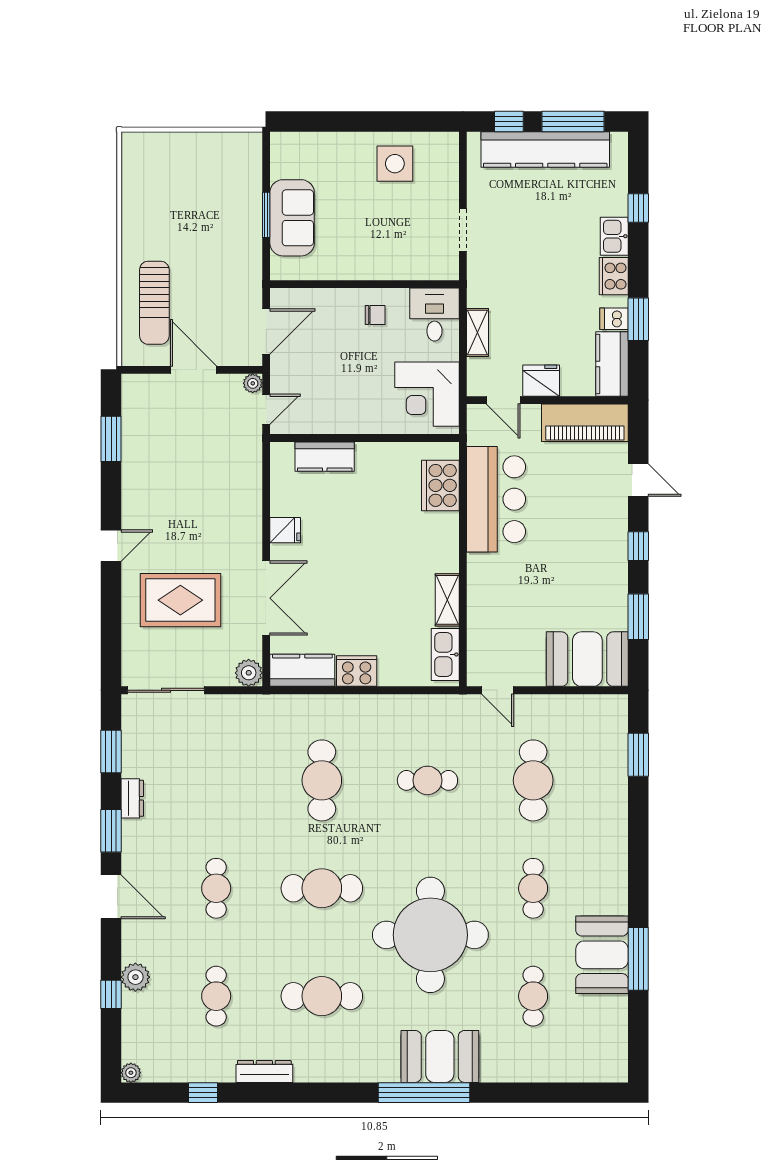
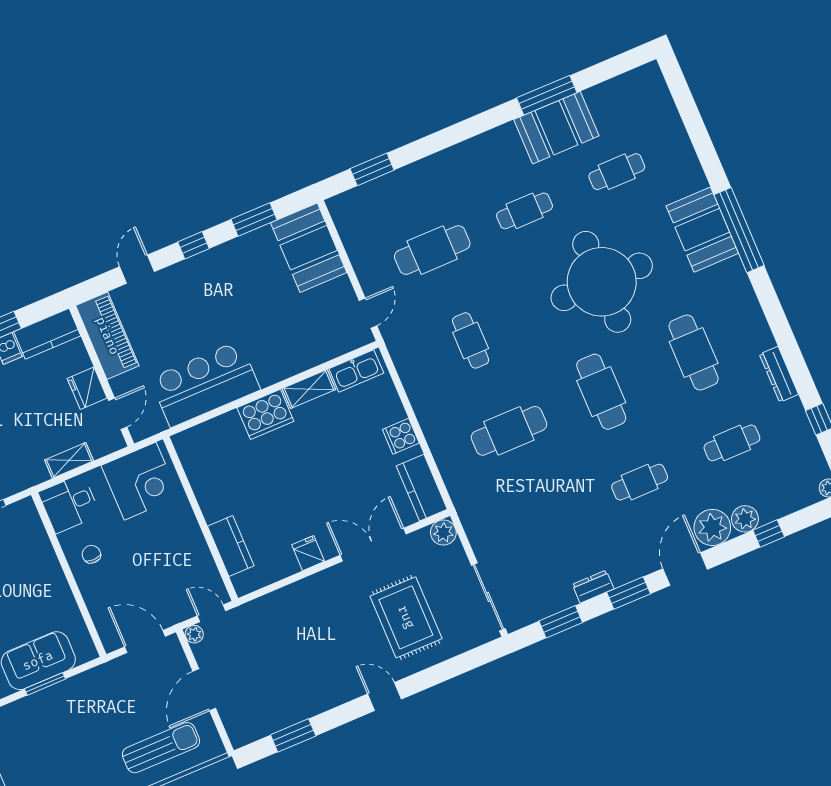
cooker: (440, 485) -> (265, 414), moved
cooker: (357, 671) -> (401, 436), width x0.73
plant: (141, 941) -> (712, 527), added

